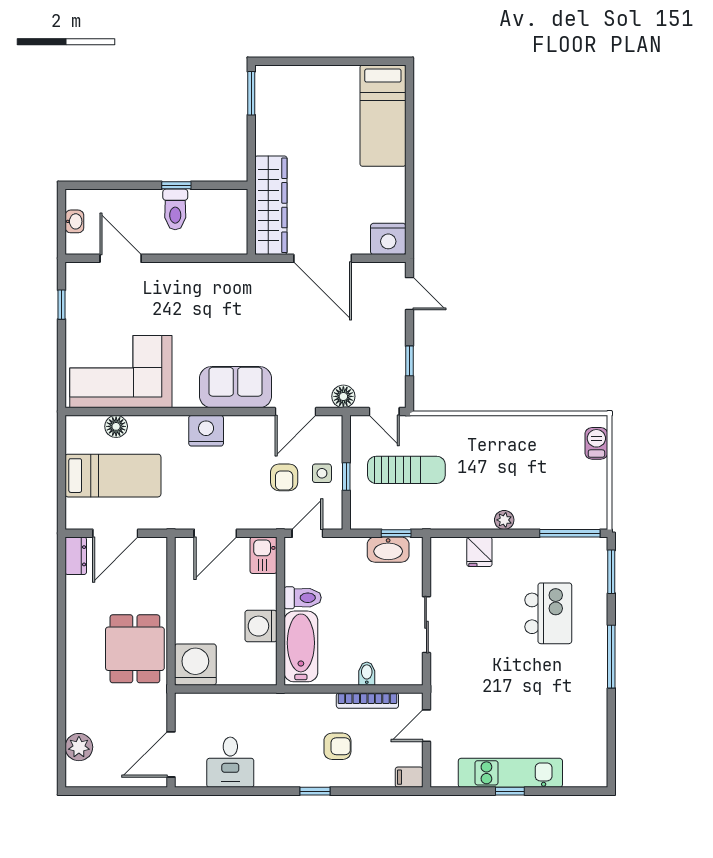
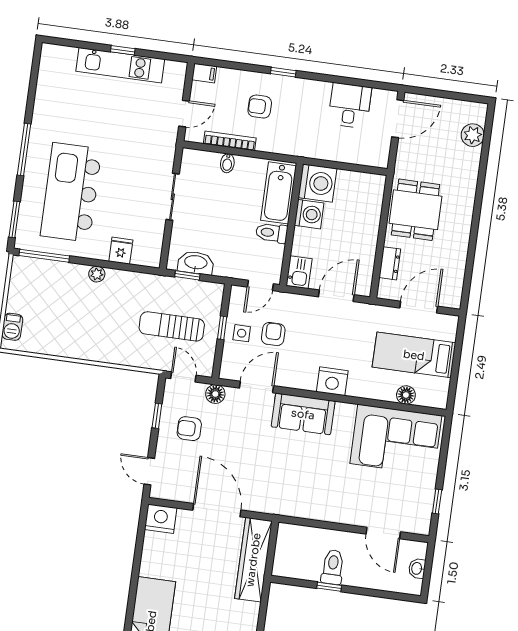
armchair: (369, 351) -> (189, 429), added
dresser: (76, 556) -> (390, 263), moved, turned 180
kitchen island: (548, 613) -> (71, 192), width x1.87, depth x1.28
washing machine: (195, 665) -> (317, 183), moved, turned -90

